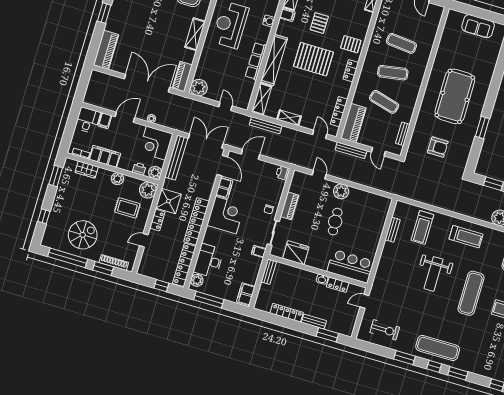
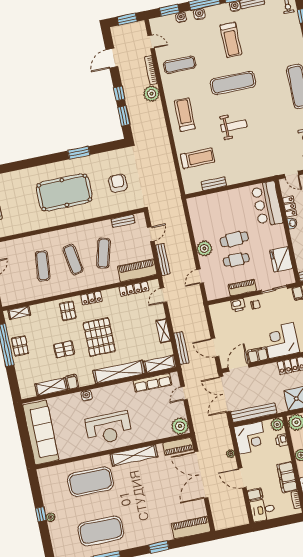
shelving: (195, 34) -> (134, 455), width x1.47
row of seats: (256, 61) -> (152, 383), moved
printer: (283, 173) -> (238, 305), moved
cafe table: (316, 214) -> (236, 260), added
weight bench: (434, 274) -> (234, 126), width x0.73, depth x0.75

